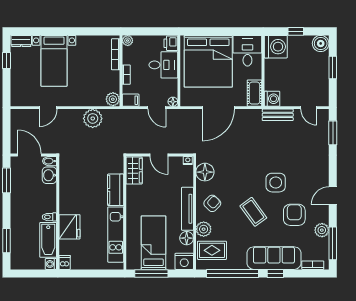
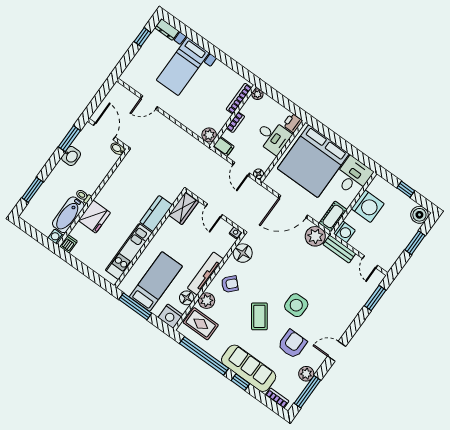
washing machine: (276, 47) -> (368, 206), moved
plant: (93, 118) -> (315, 236), moved
washbasin: (49, 175) -> (71, 156), moved, turned 180

